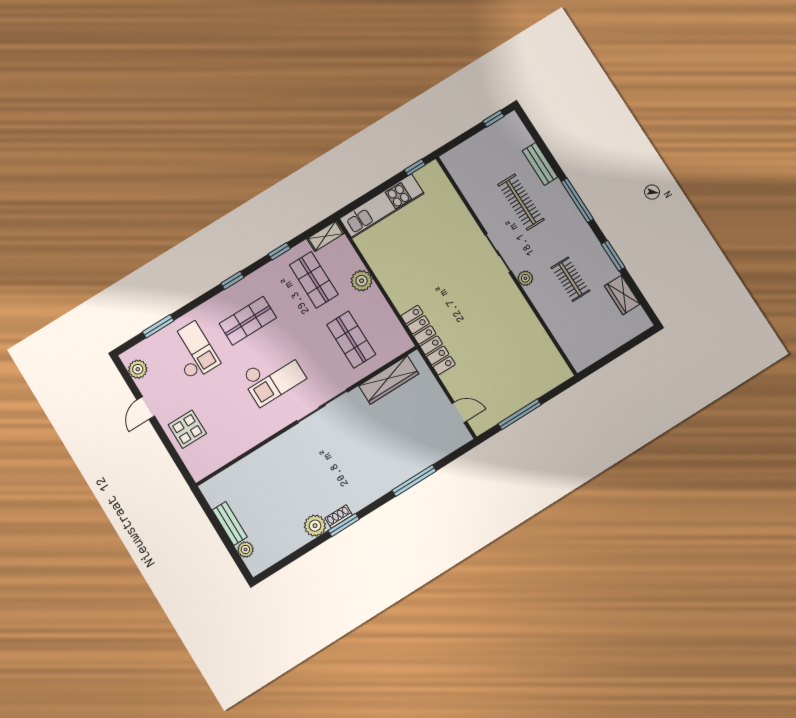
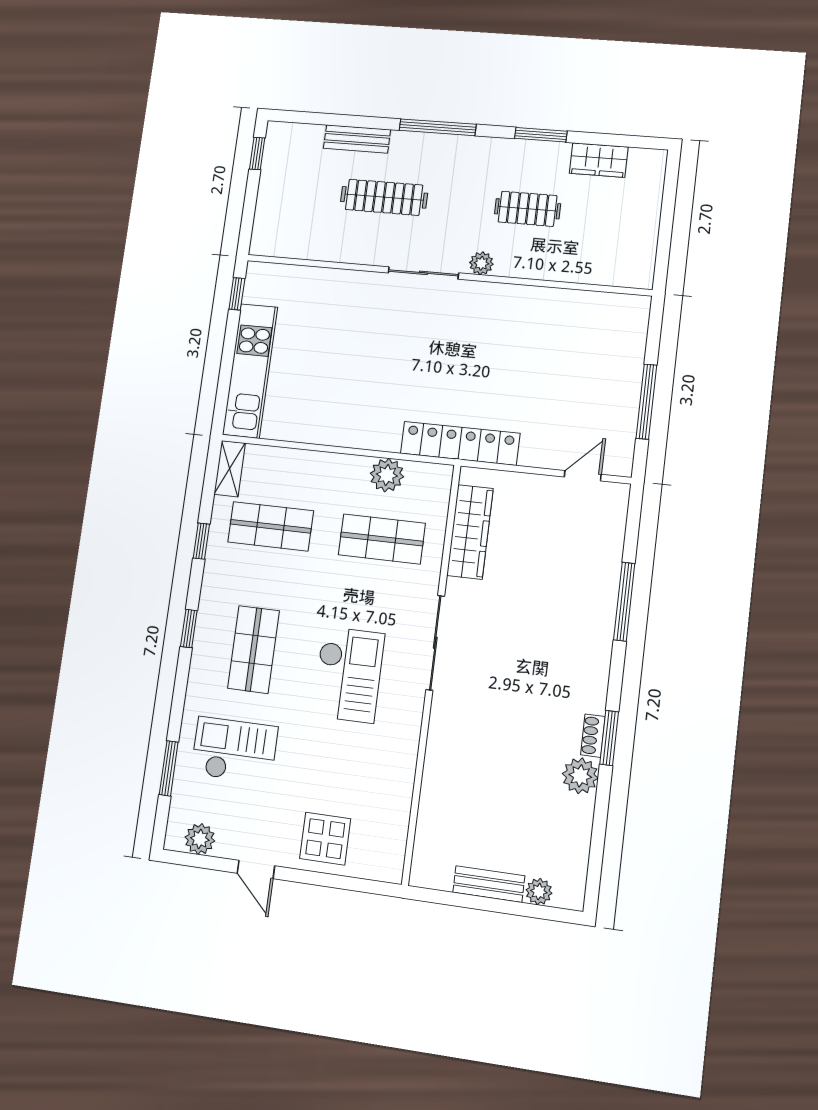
plant: (362, 281) -> (387, 475), moved

